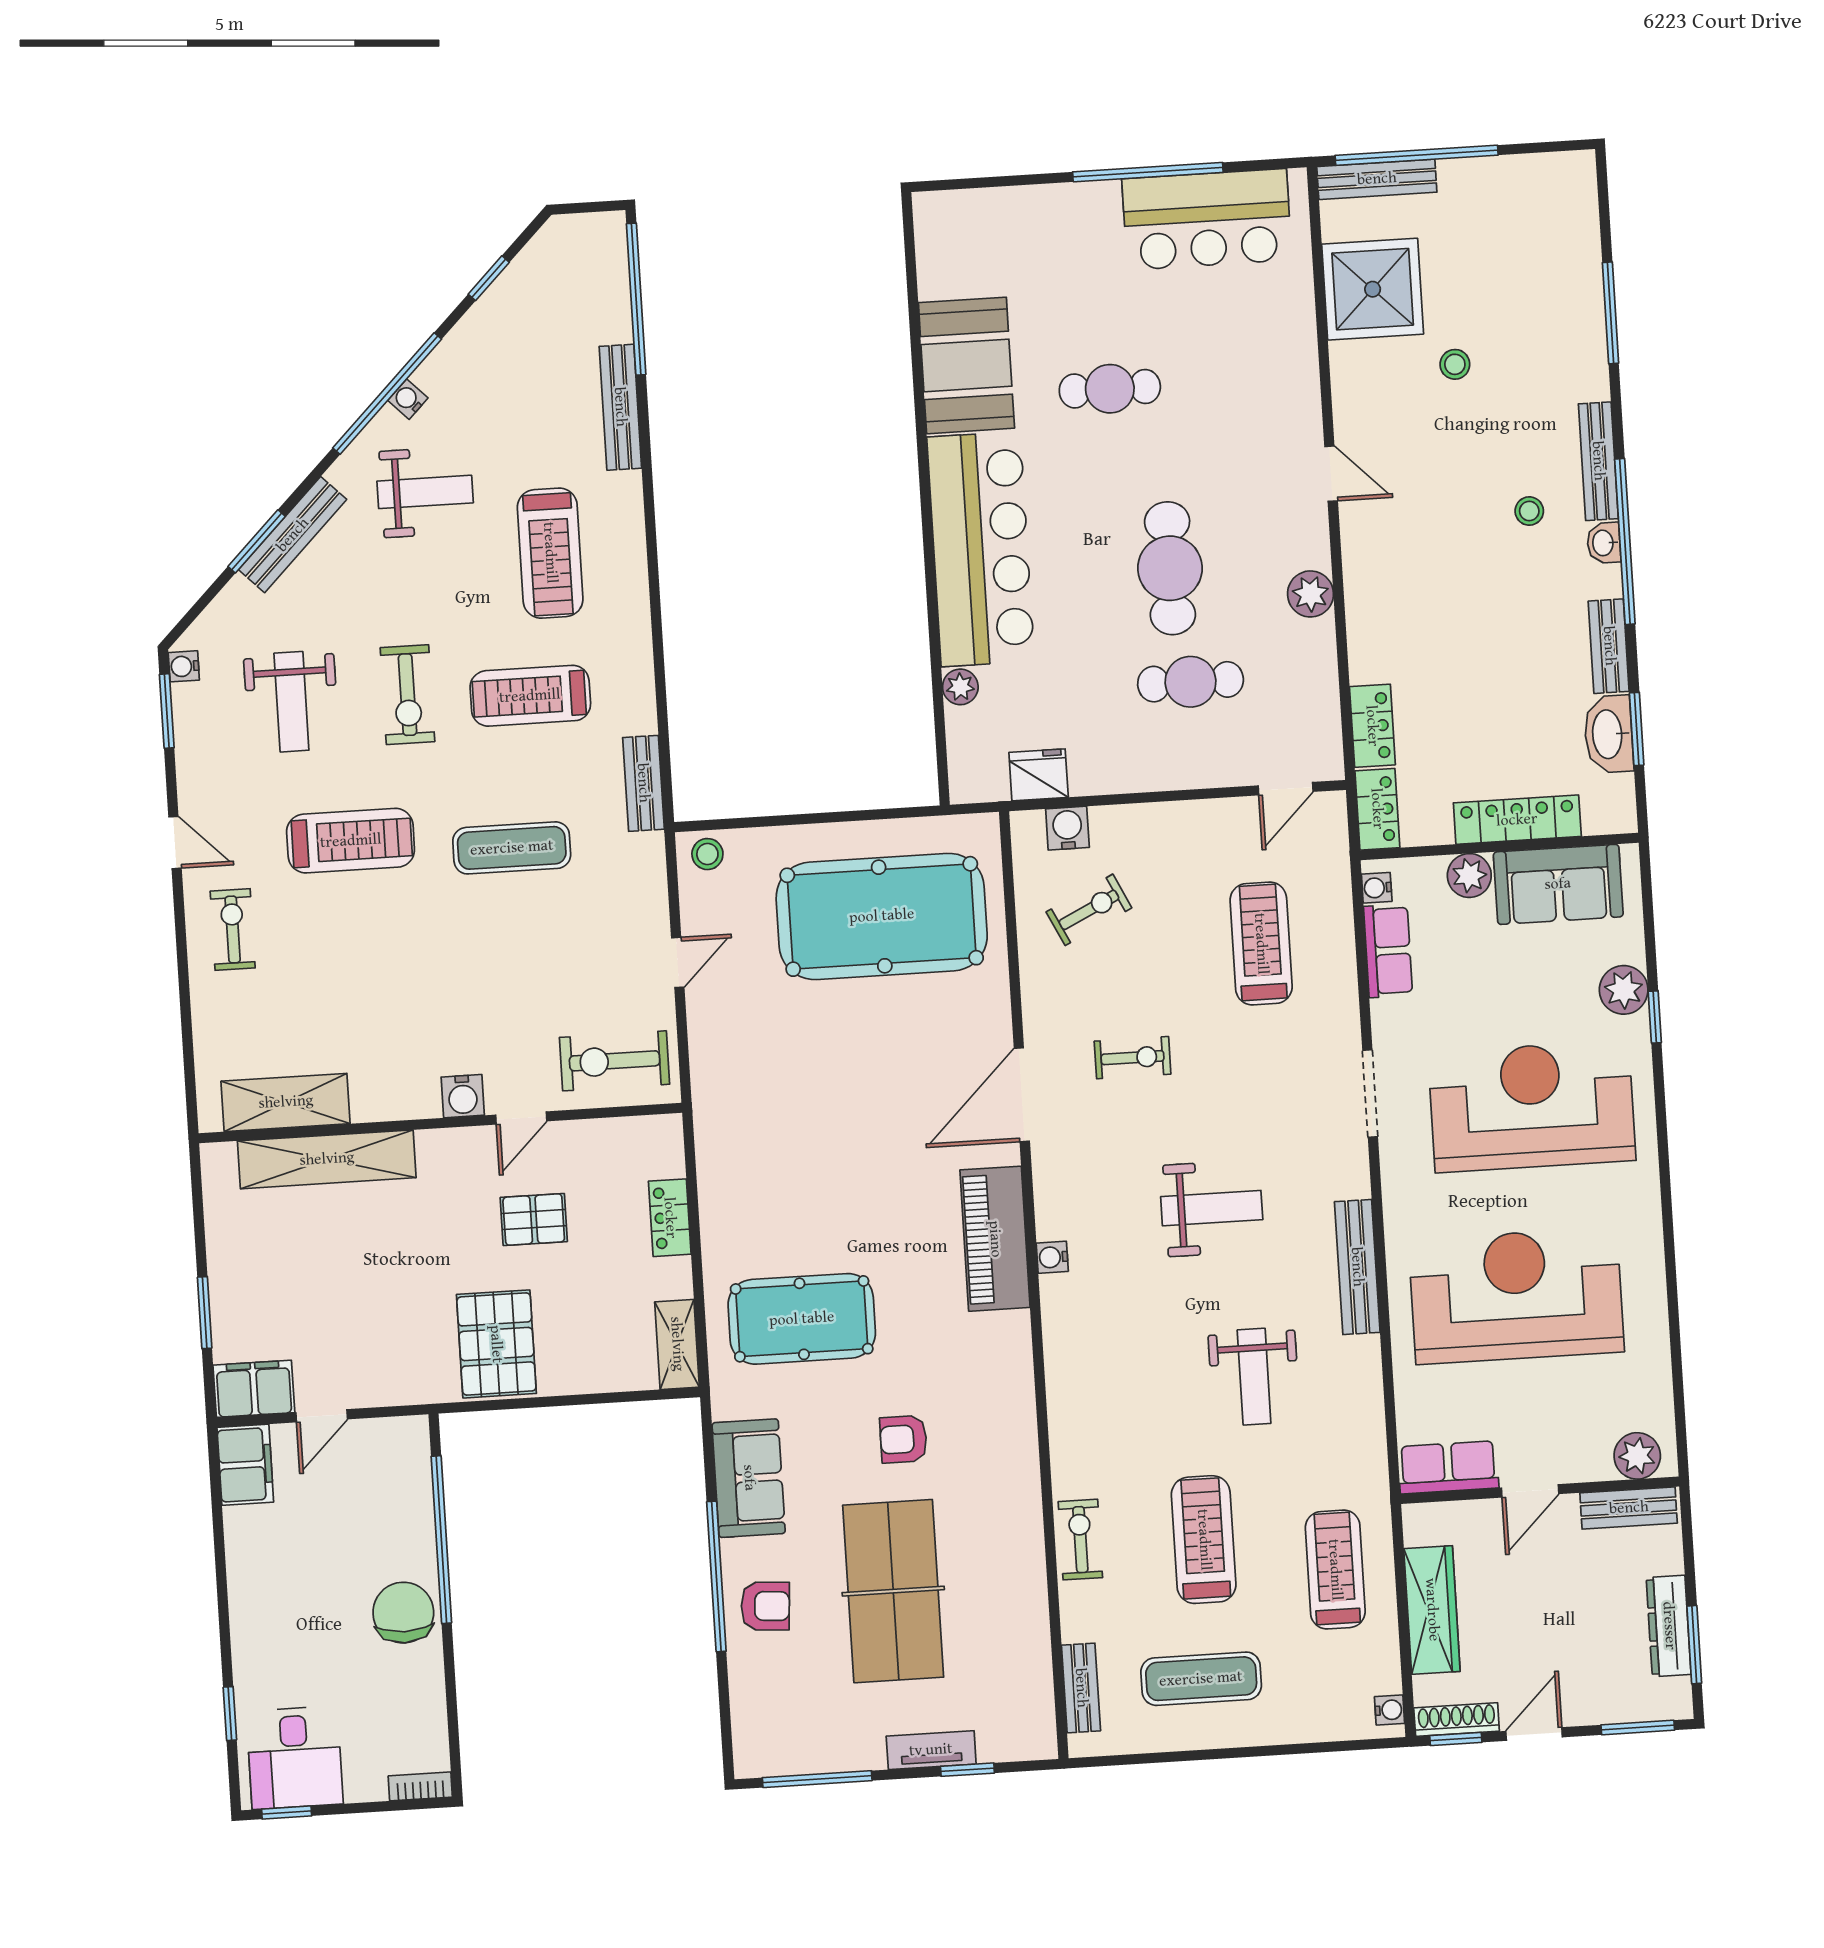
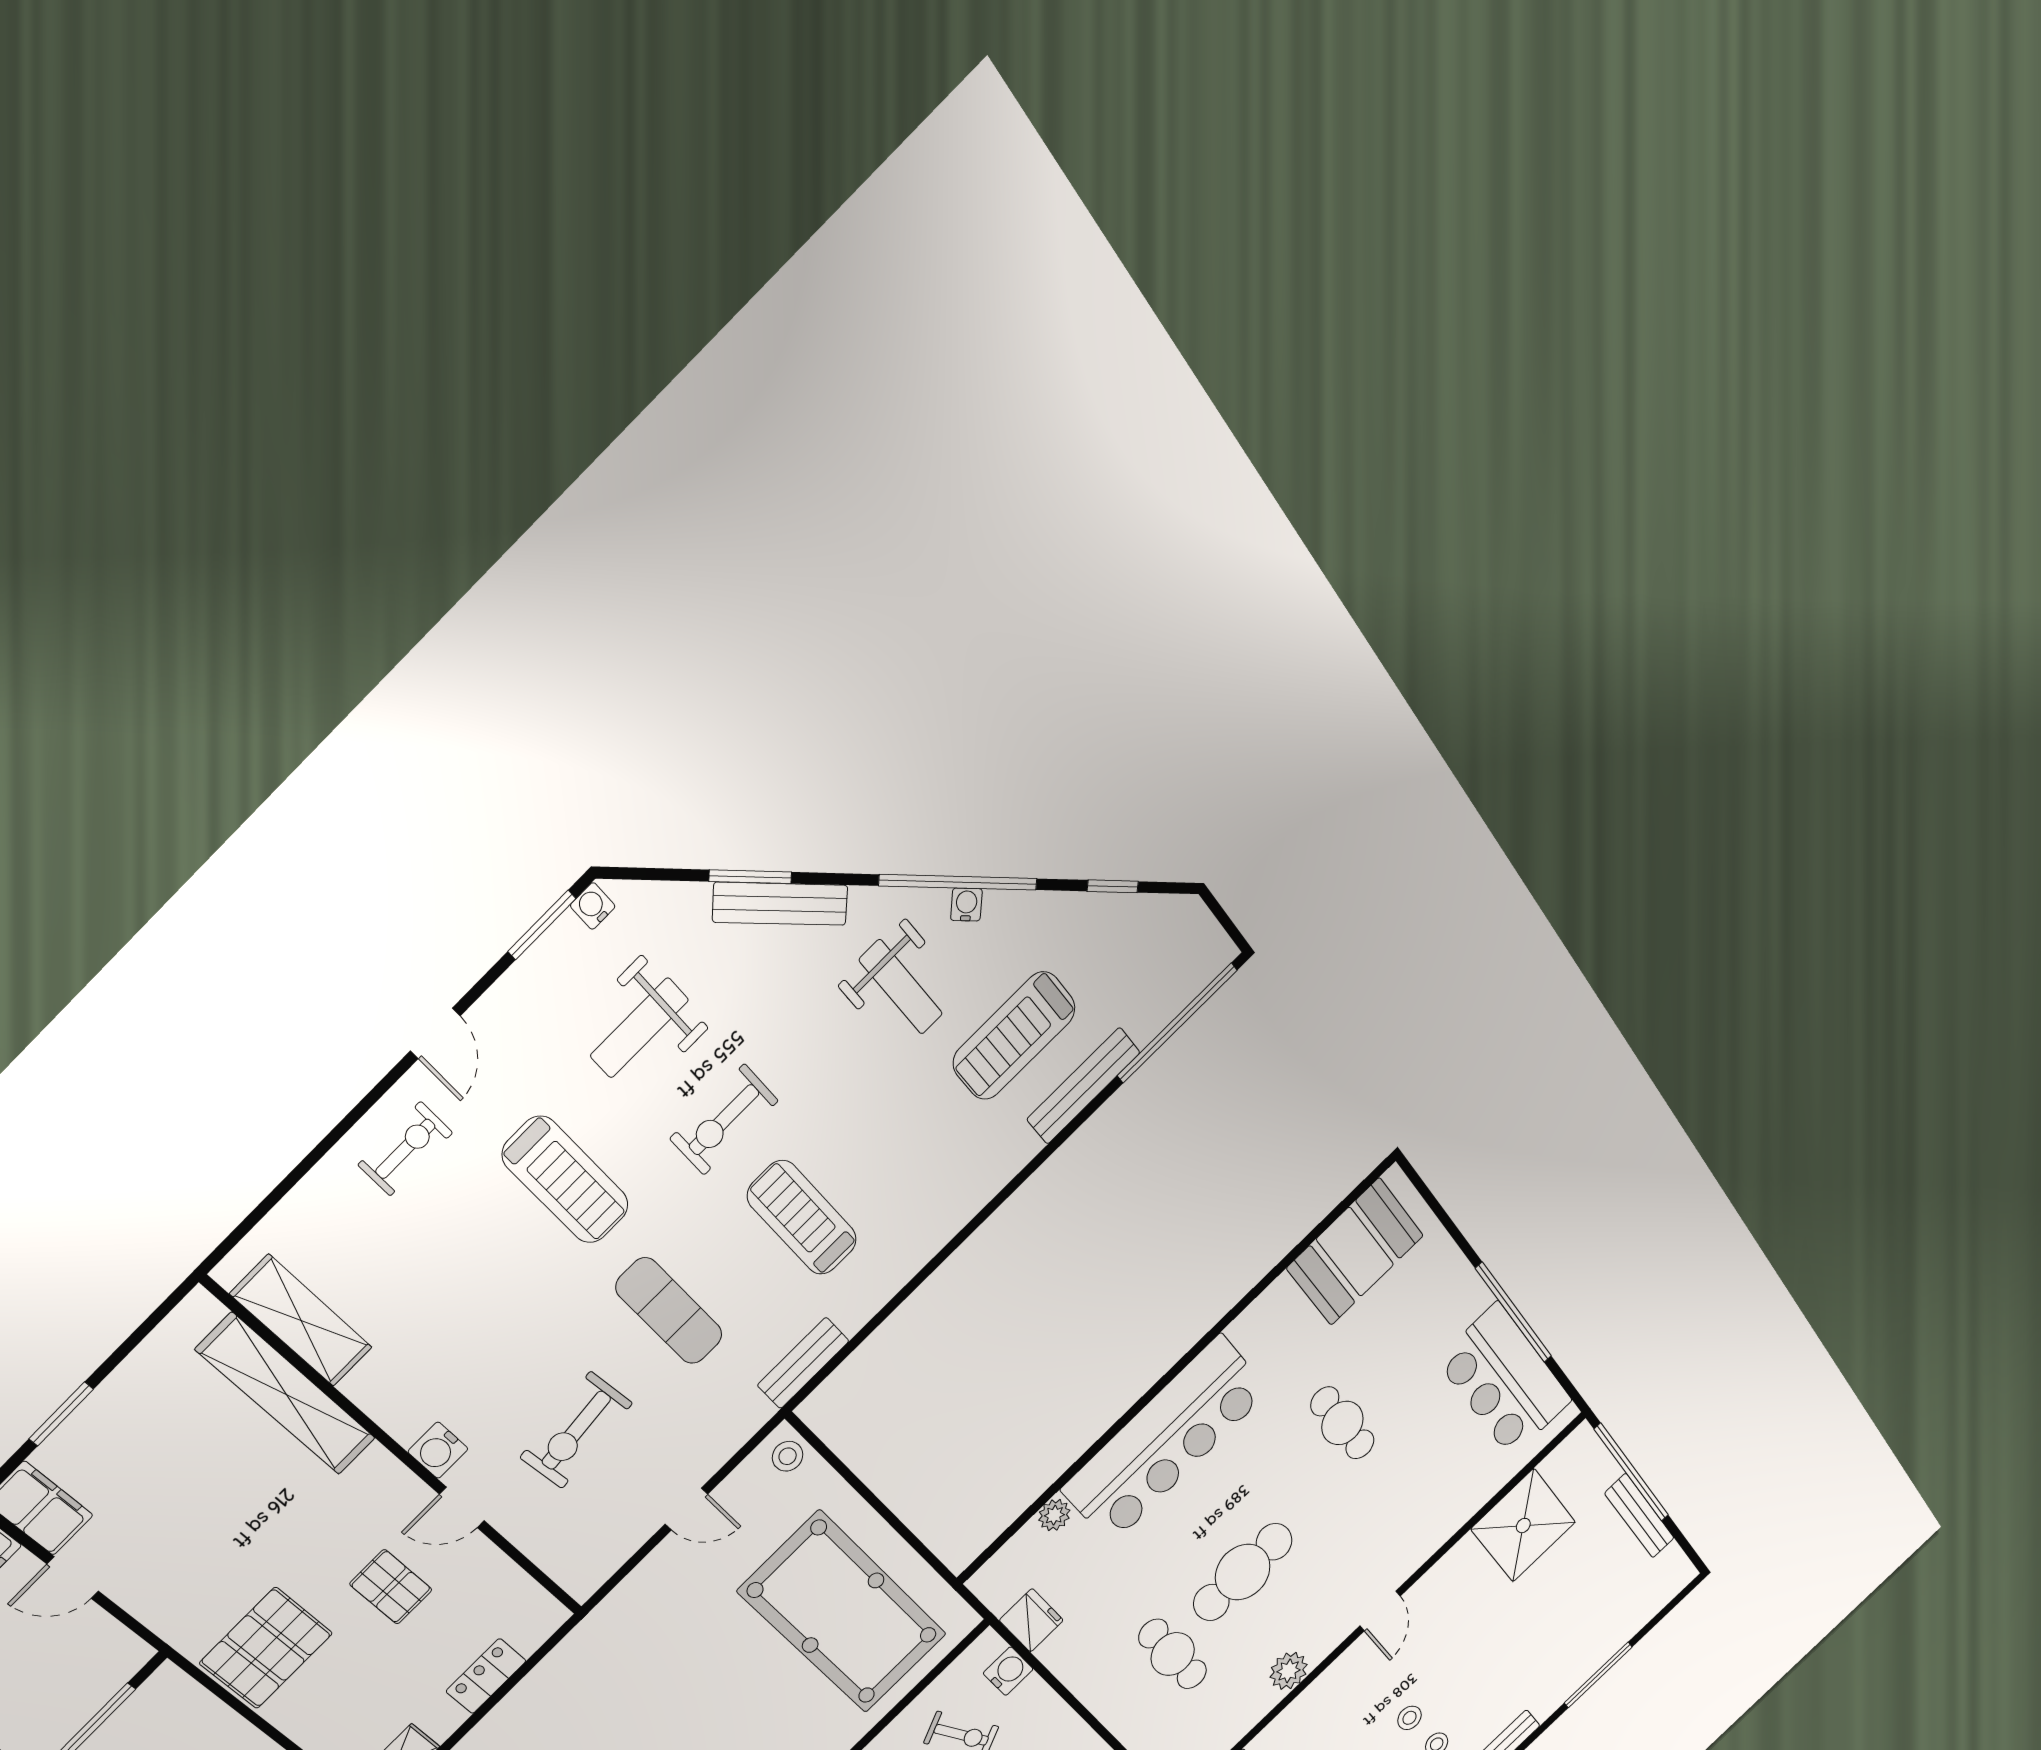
bench: (1377, 179) -> (1640, 1516), moved
stool: (1455, 364) -> (1410, 1718), moved
booth: (966, 365) -> (1355, 1252), moved
treadmill: (550, 553) -> (1014, 1036), moved
exercise bike: (615, 1061) -> (576, 1430), moved, turned -96

